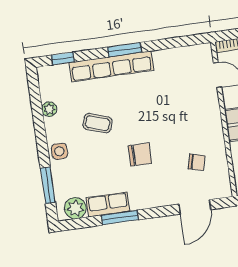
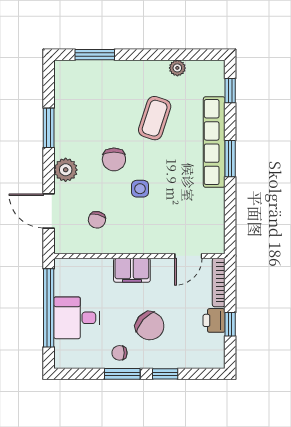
coffee table: (97, 123) -> (155, 118), width x1.36, depth x1.30
side table: (59, 151) -> (140, 189), moved
row of seats: (108, 204) -> (65, 117), removed
plant: (75, 208) -> (66, 170), moved

